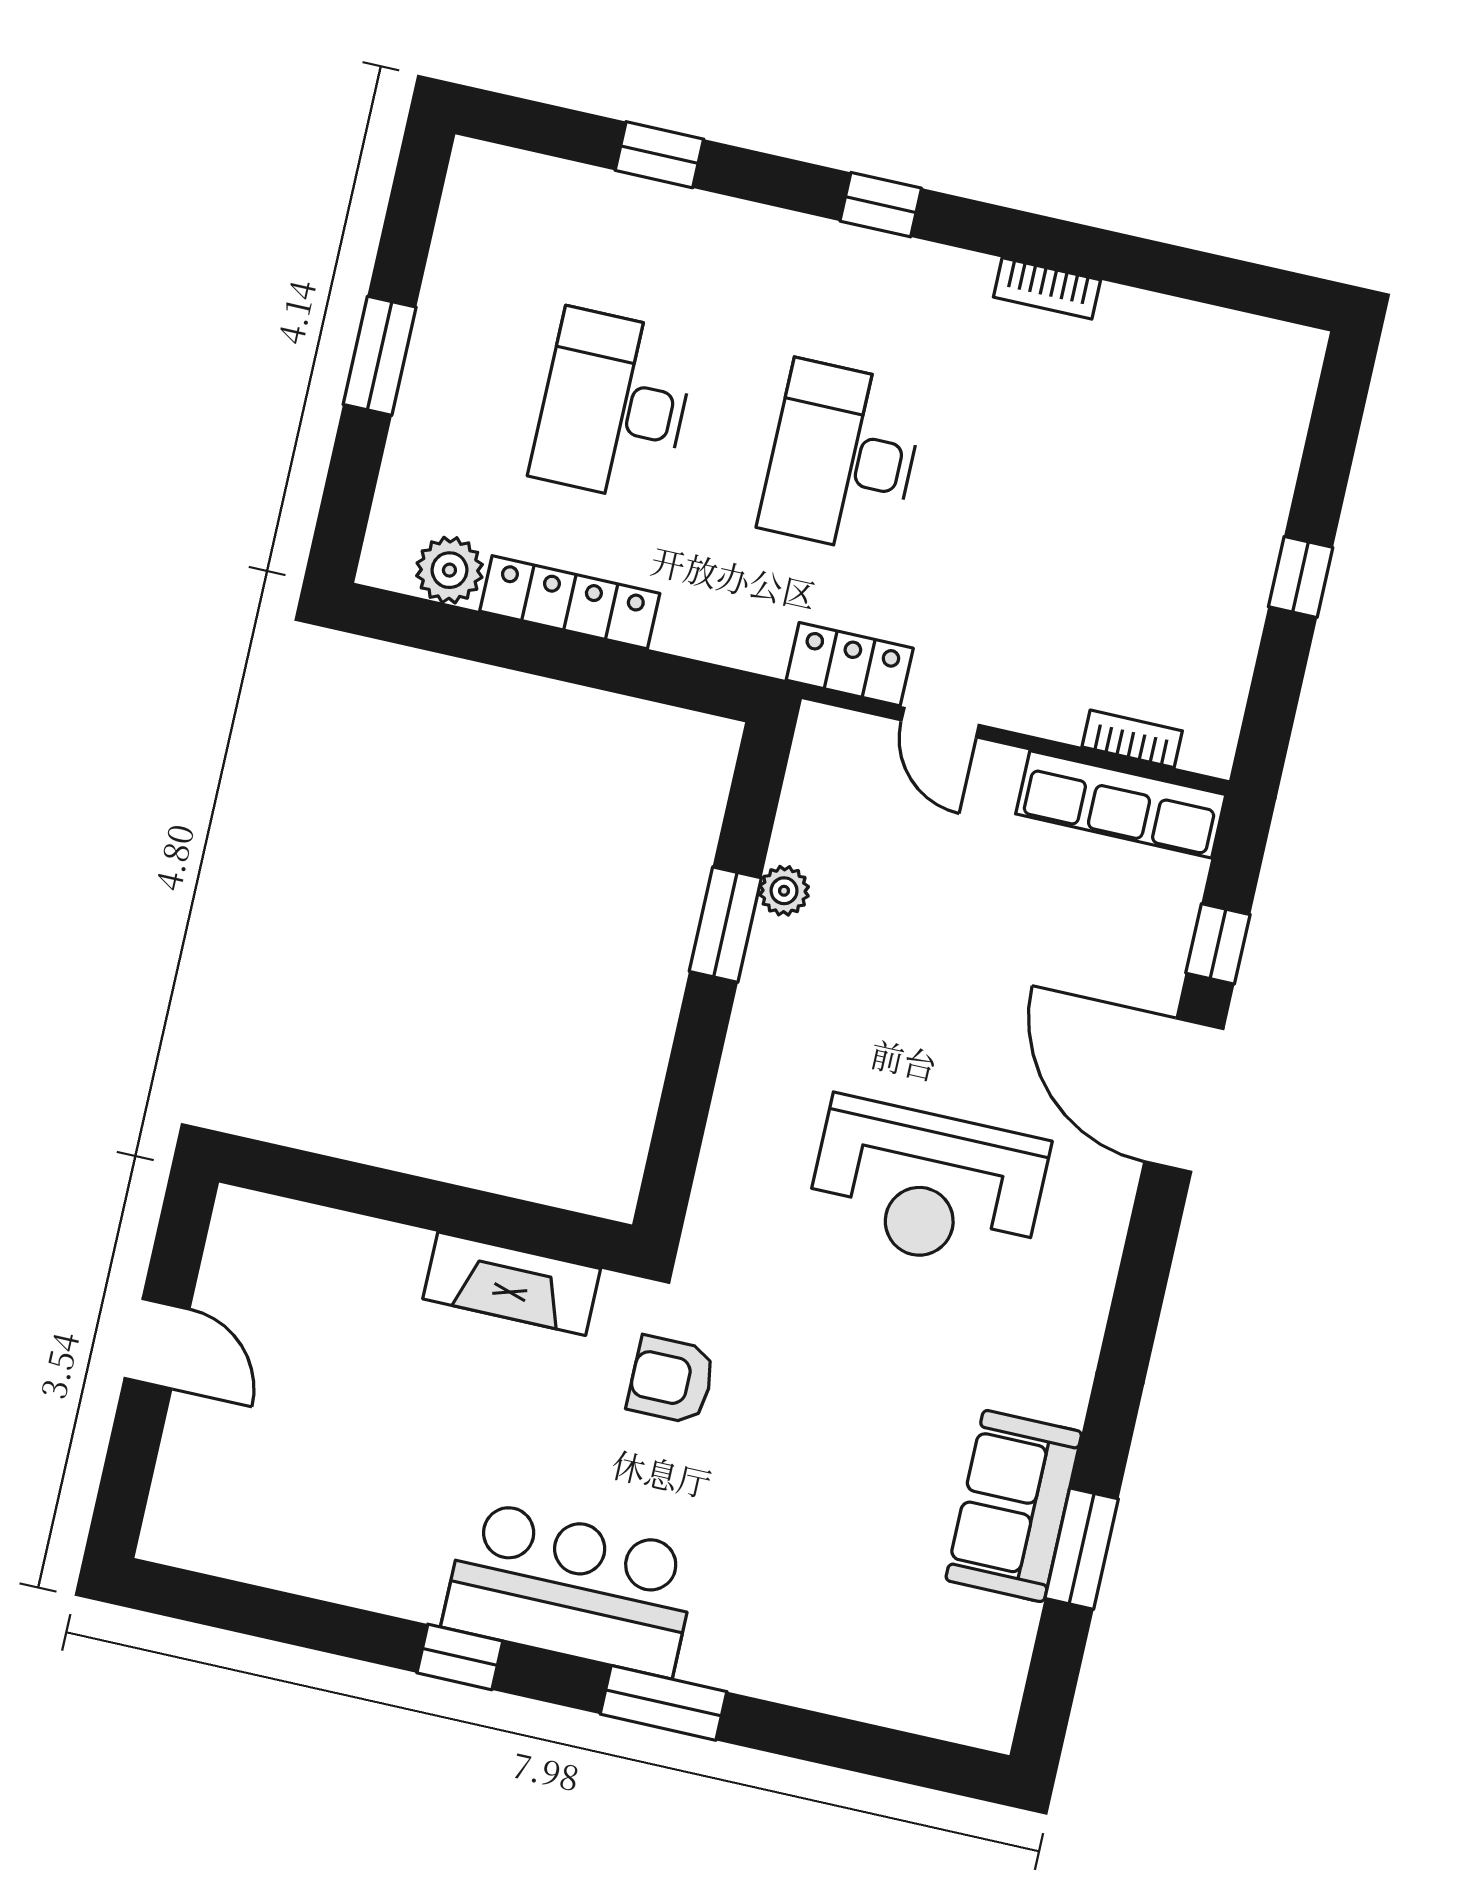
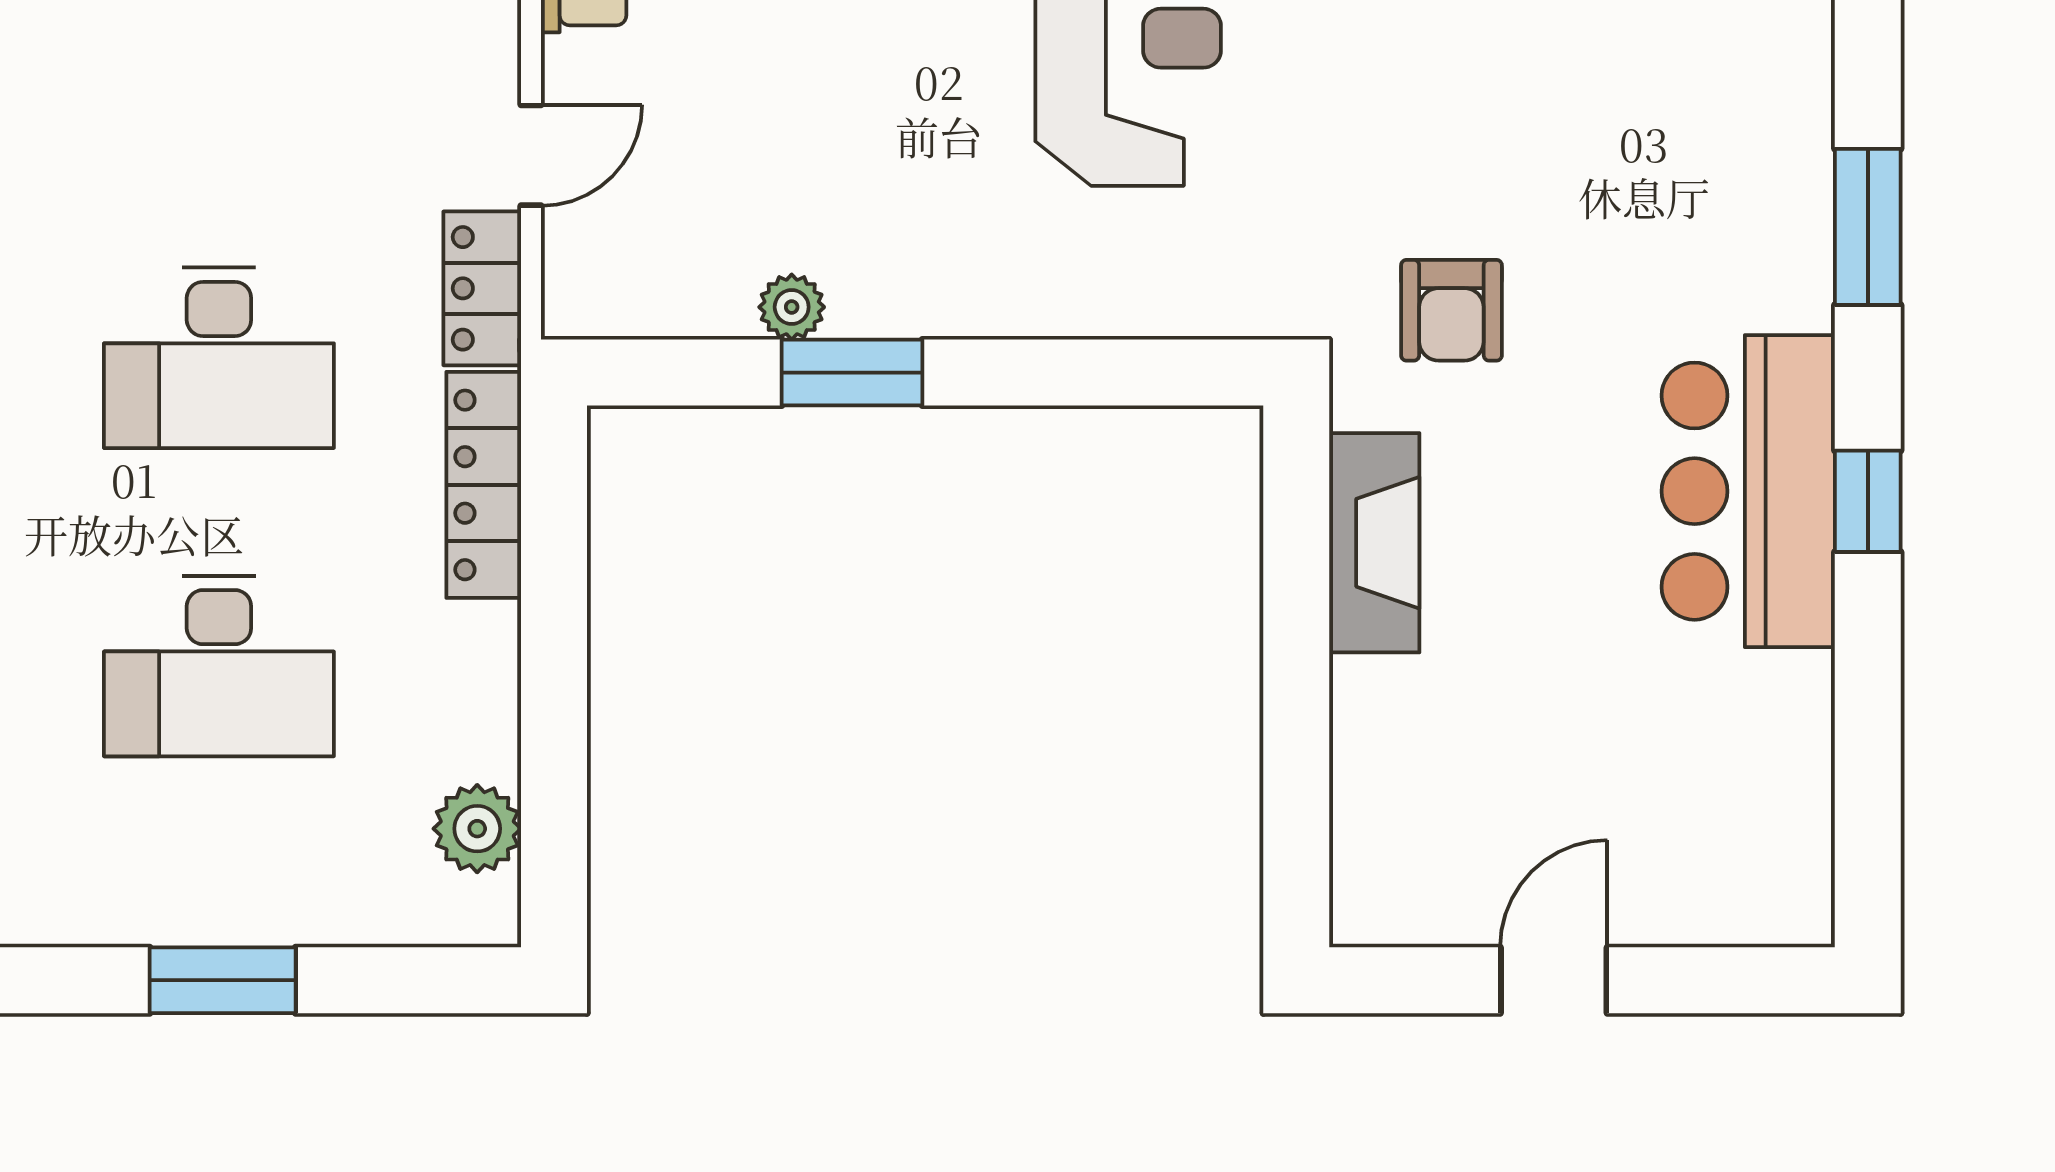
locker: (570, 602) -> (484, 485), moved
bar counter: (571, 1589) -> (1748, 491), moved

